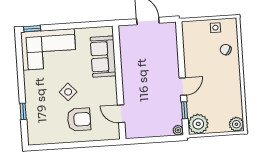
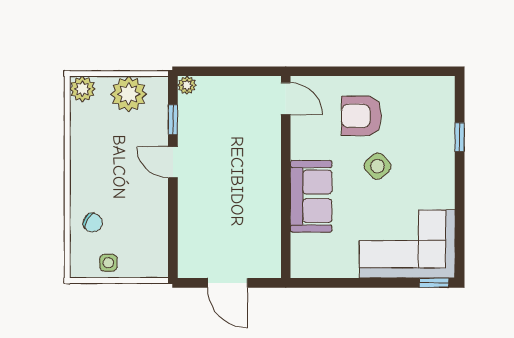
sofa: (103, 57) -> (311, 196), moved
door: (183, 87) -> (173, 162), hinge flipped
door: (121, 114) -> (286, 99), moved
plant: (198, 124) -> (129, 94), moved

